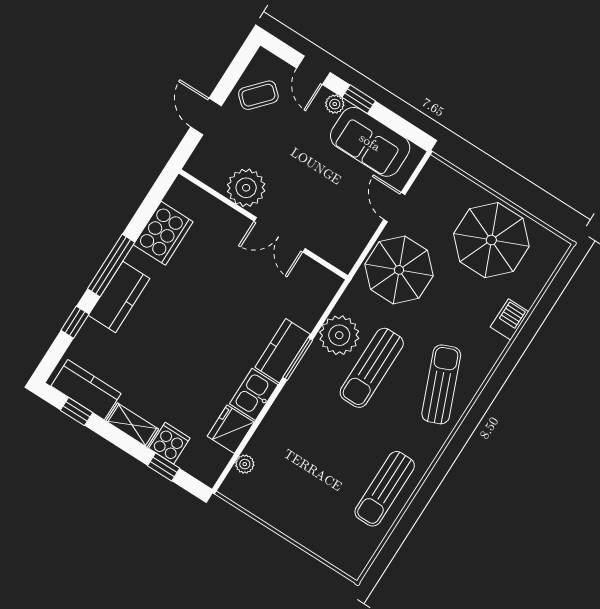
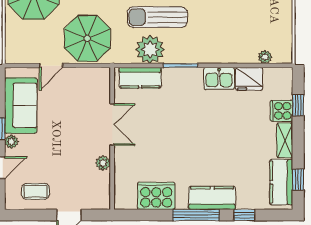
coffee table: (258, 95) -> (36, 191), turned -42
plant: (246, 188) -> (103, 163), width x0.53, depth x0.53
kitchen counter: (283, 351) -> (140, 78), moved
sun lounger: (372, 368) -> (157, 17), turned 180

